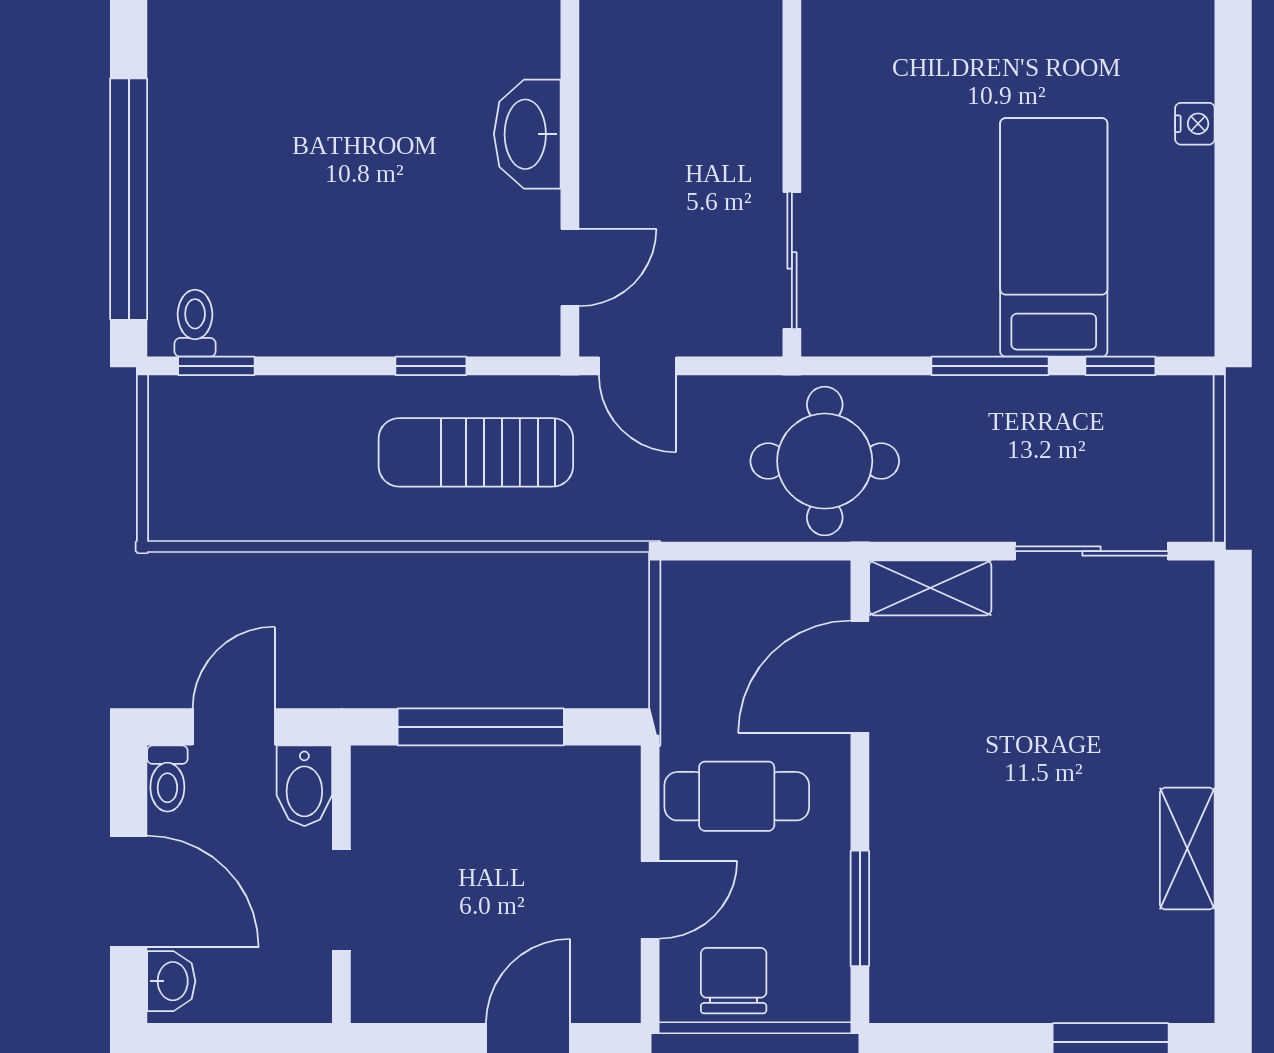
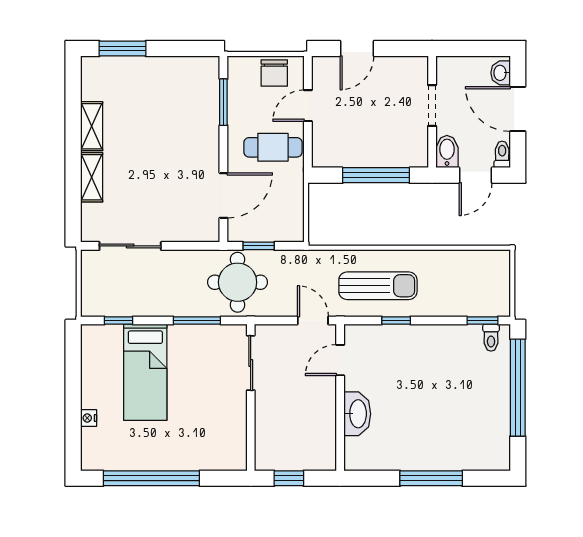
window: (990, 366) -> (197, 320), moved
window: (772, 551) -> (259, 246), added
shelving: (930, 588) -> (92, 177), moved, turned 90

